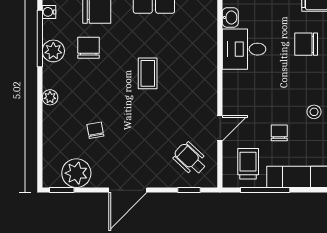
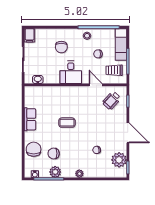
chair: (306, 44) -> (61, 47), moved
desk: (244, 49) -> (71, 72), moved

